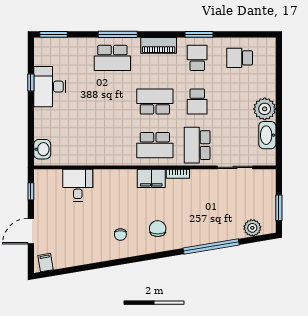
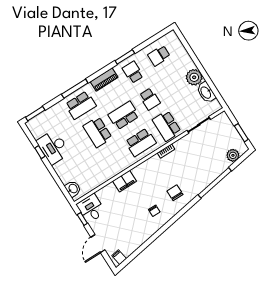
school desk: (112, 101) -> (98, 132), added
filing cabinet: (151, 178) -> (125, 181), moved
desk: (78, 185) -> (91, 208), moved

